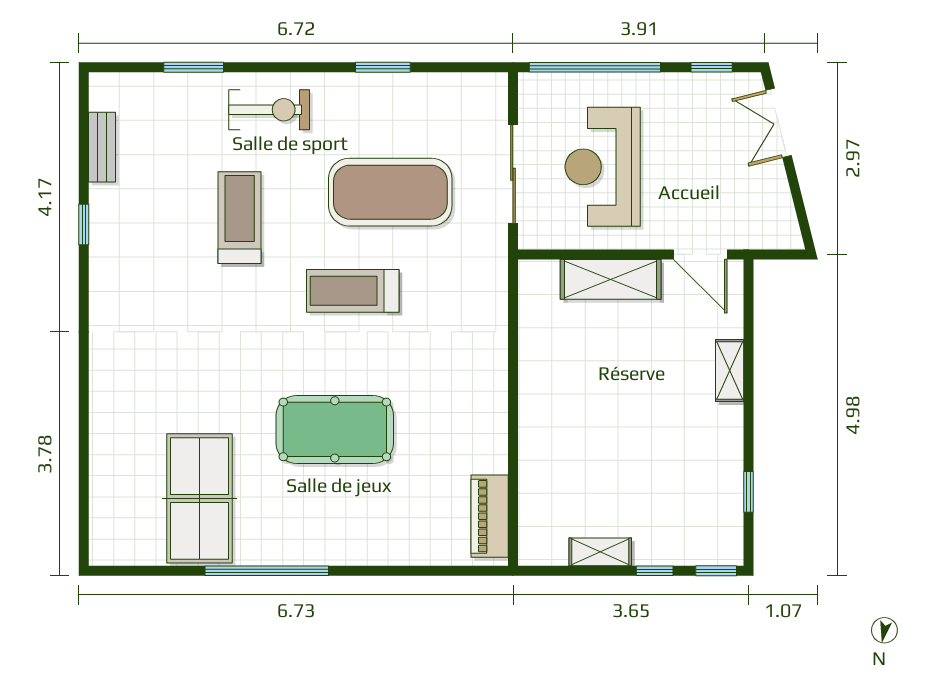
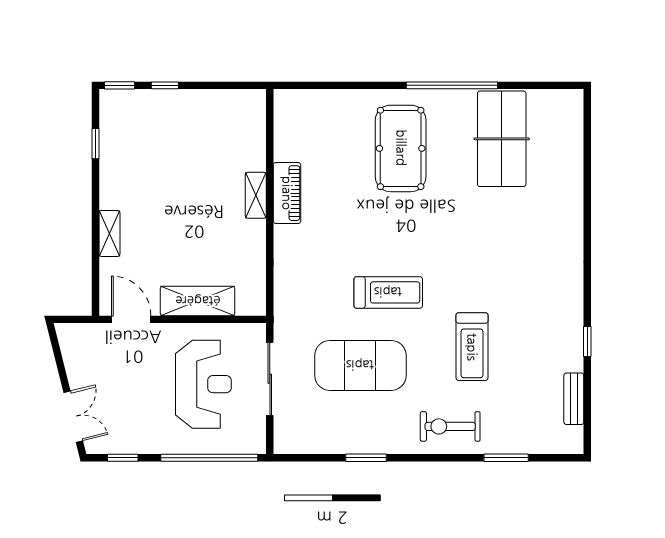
pool table: (335, 429) -> (401, 148), moved, turned 90
piano: (490, 516) -> (287, 193), moved
shelving: (600, 552) -> (256, 195), moved, turned 90

